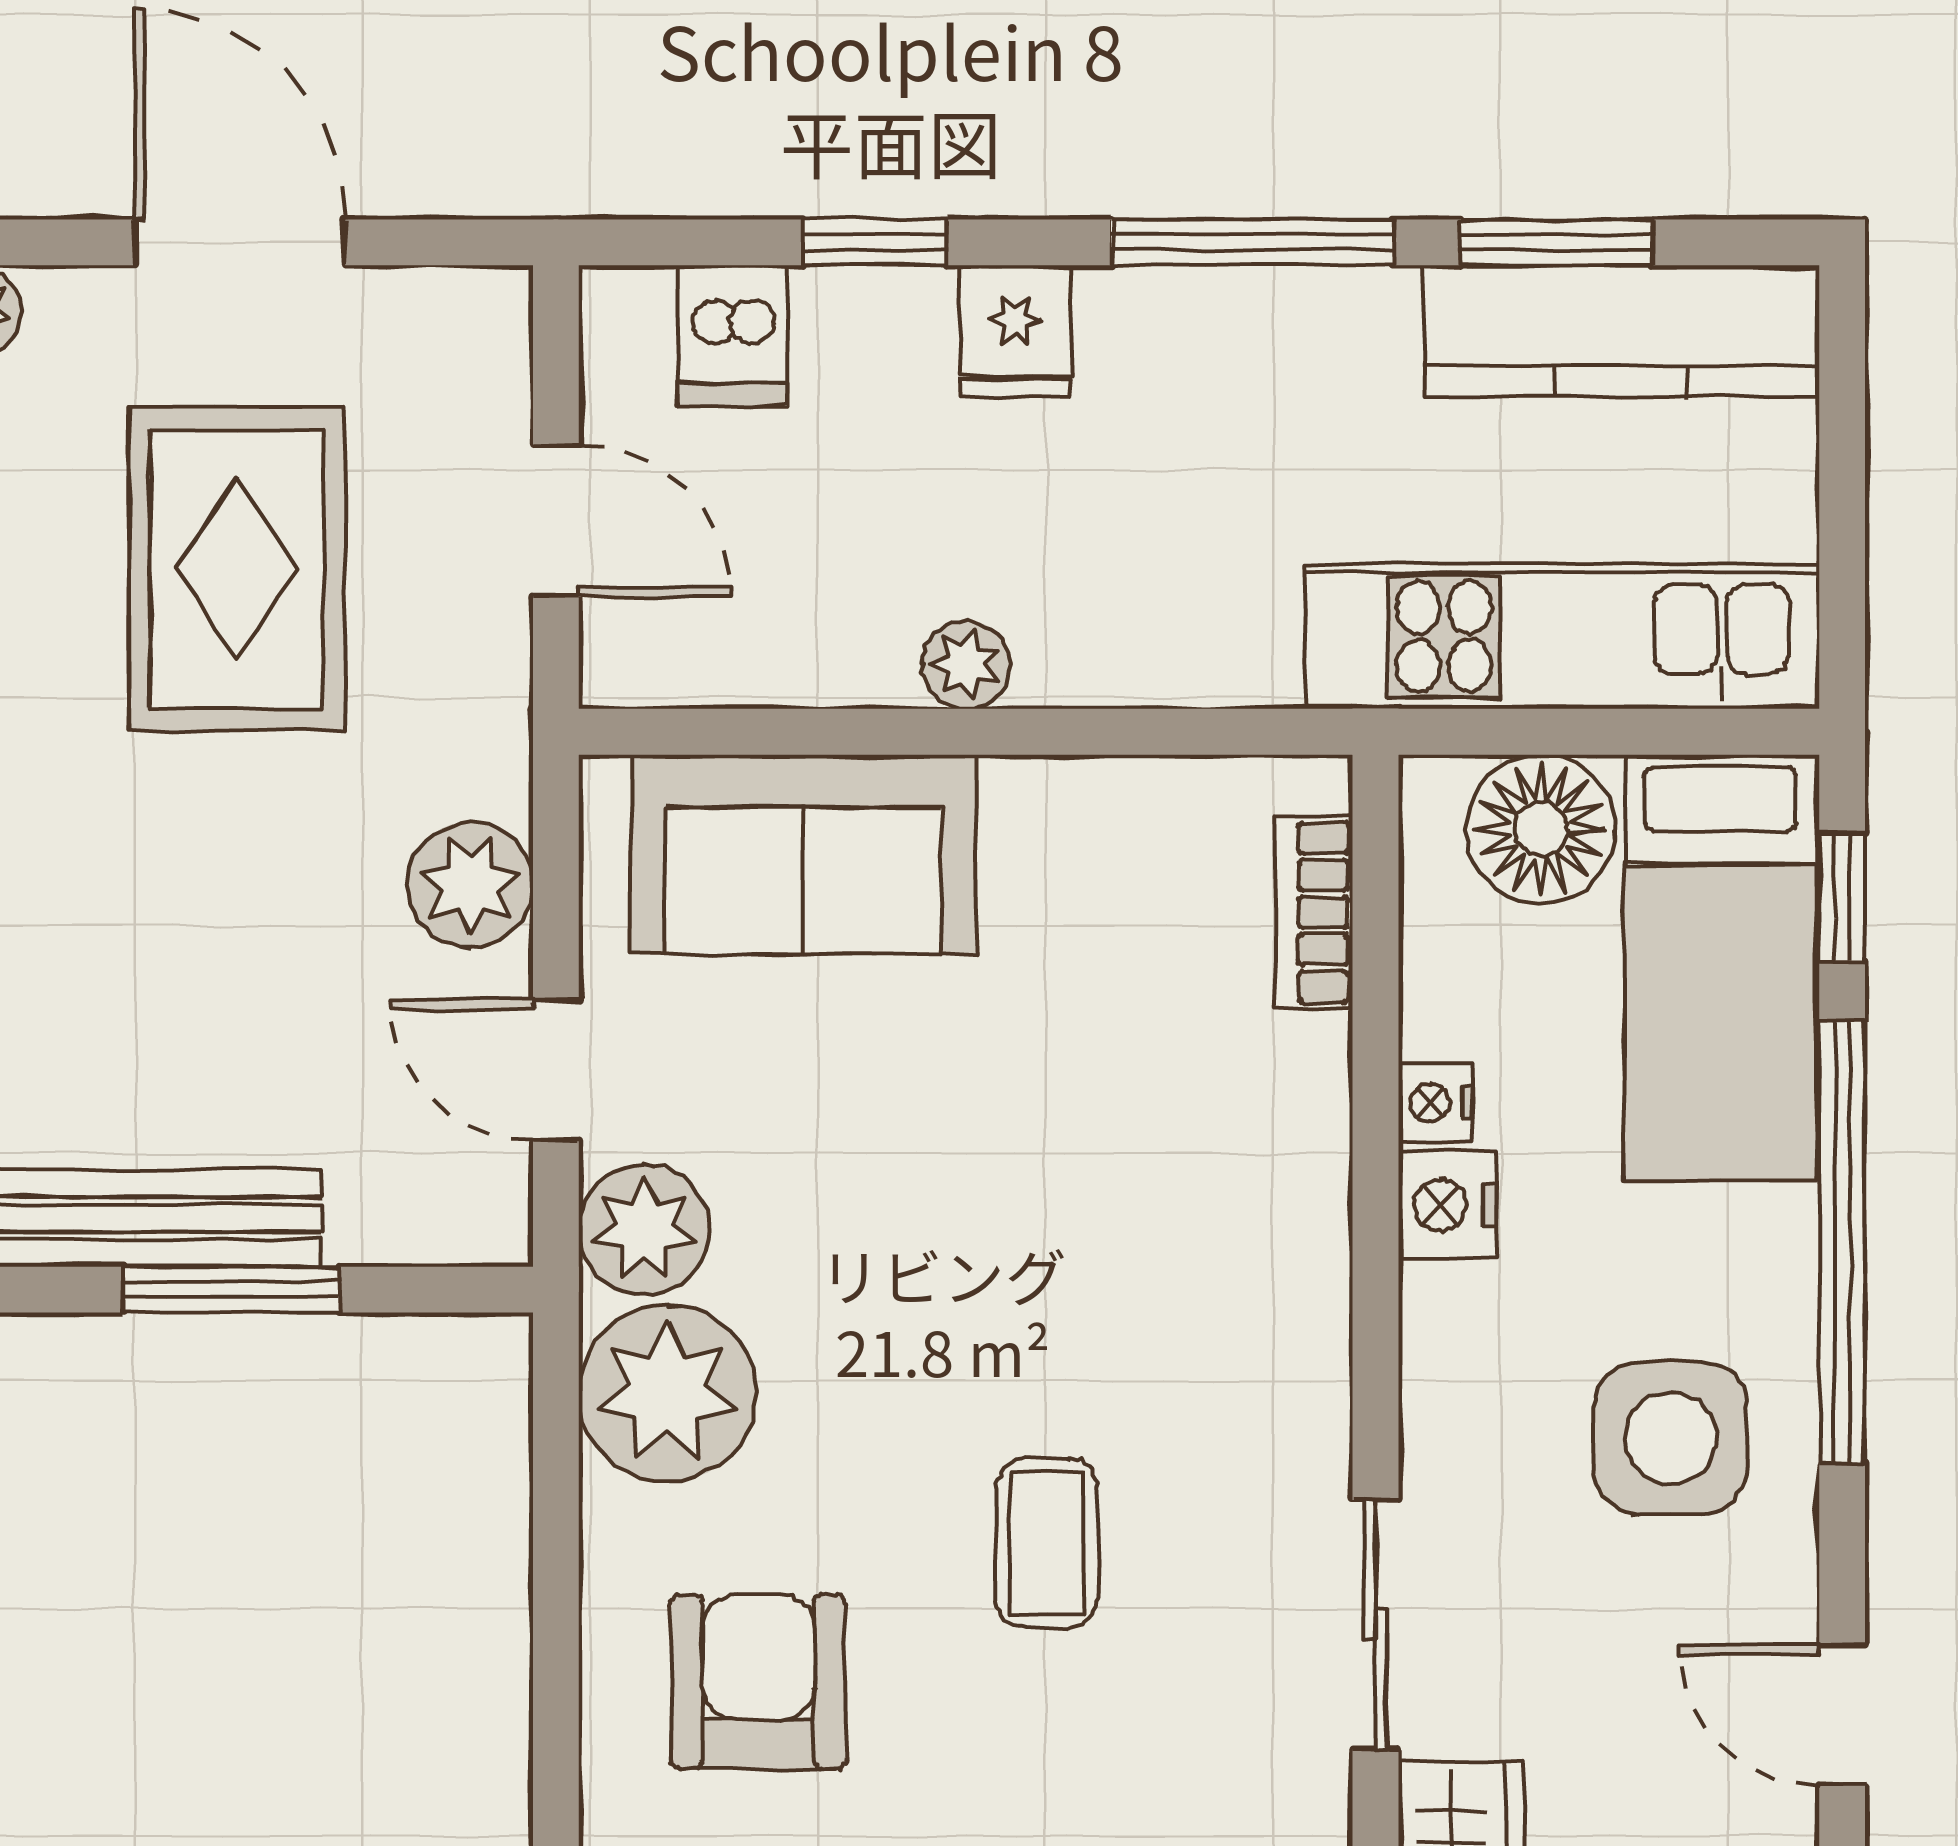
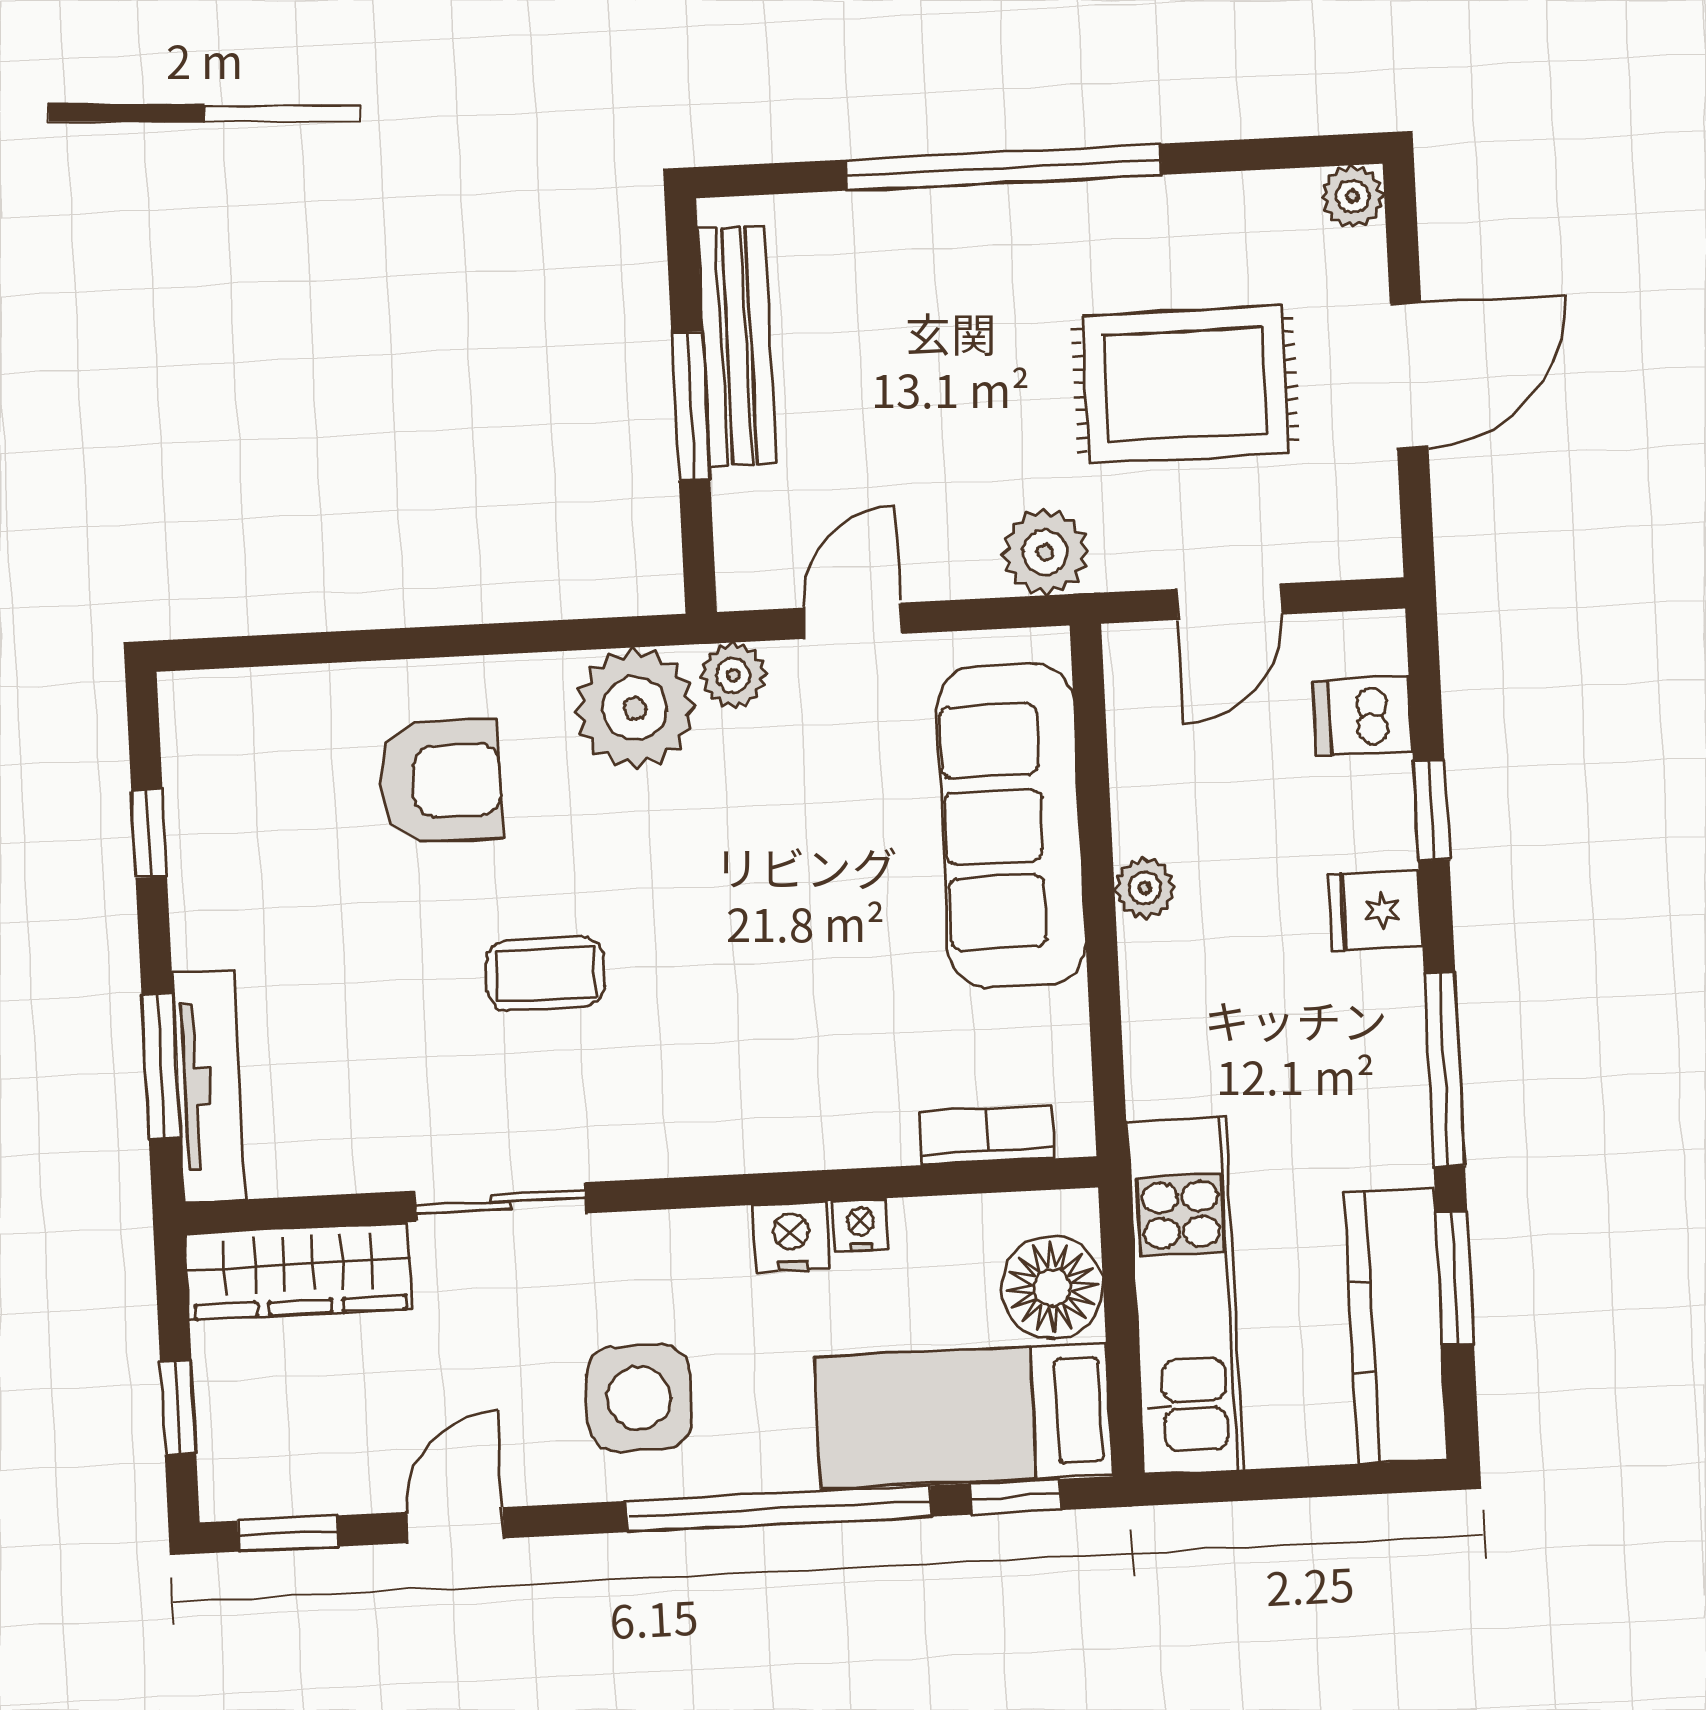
sofa: (804, 854) -> (1011, 826), width x1.36
plant: (470, 884) -> (1045, 552), moved
plant: (644, 1230) -> (733, 675), width x0.73, depth x0.73

